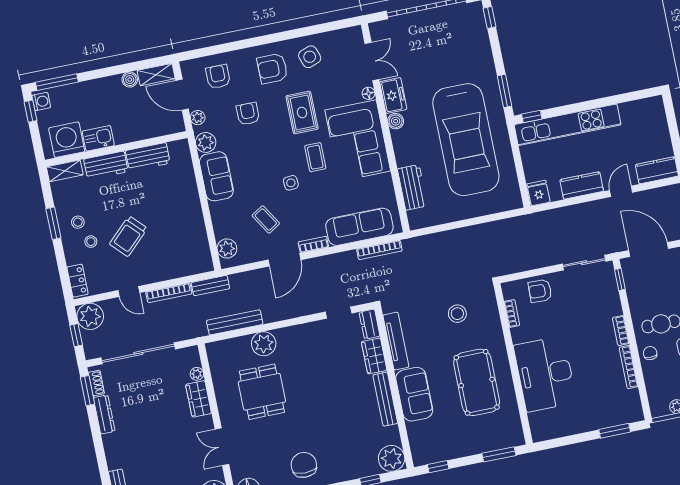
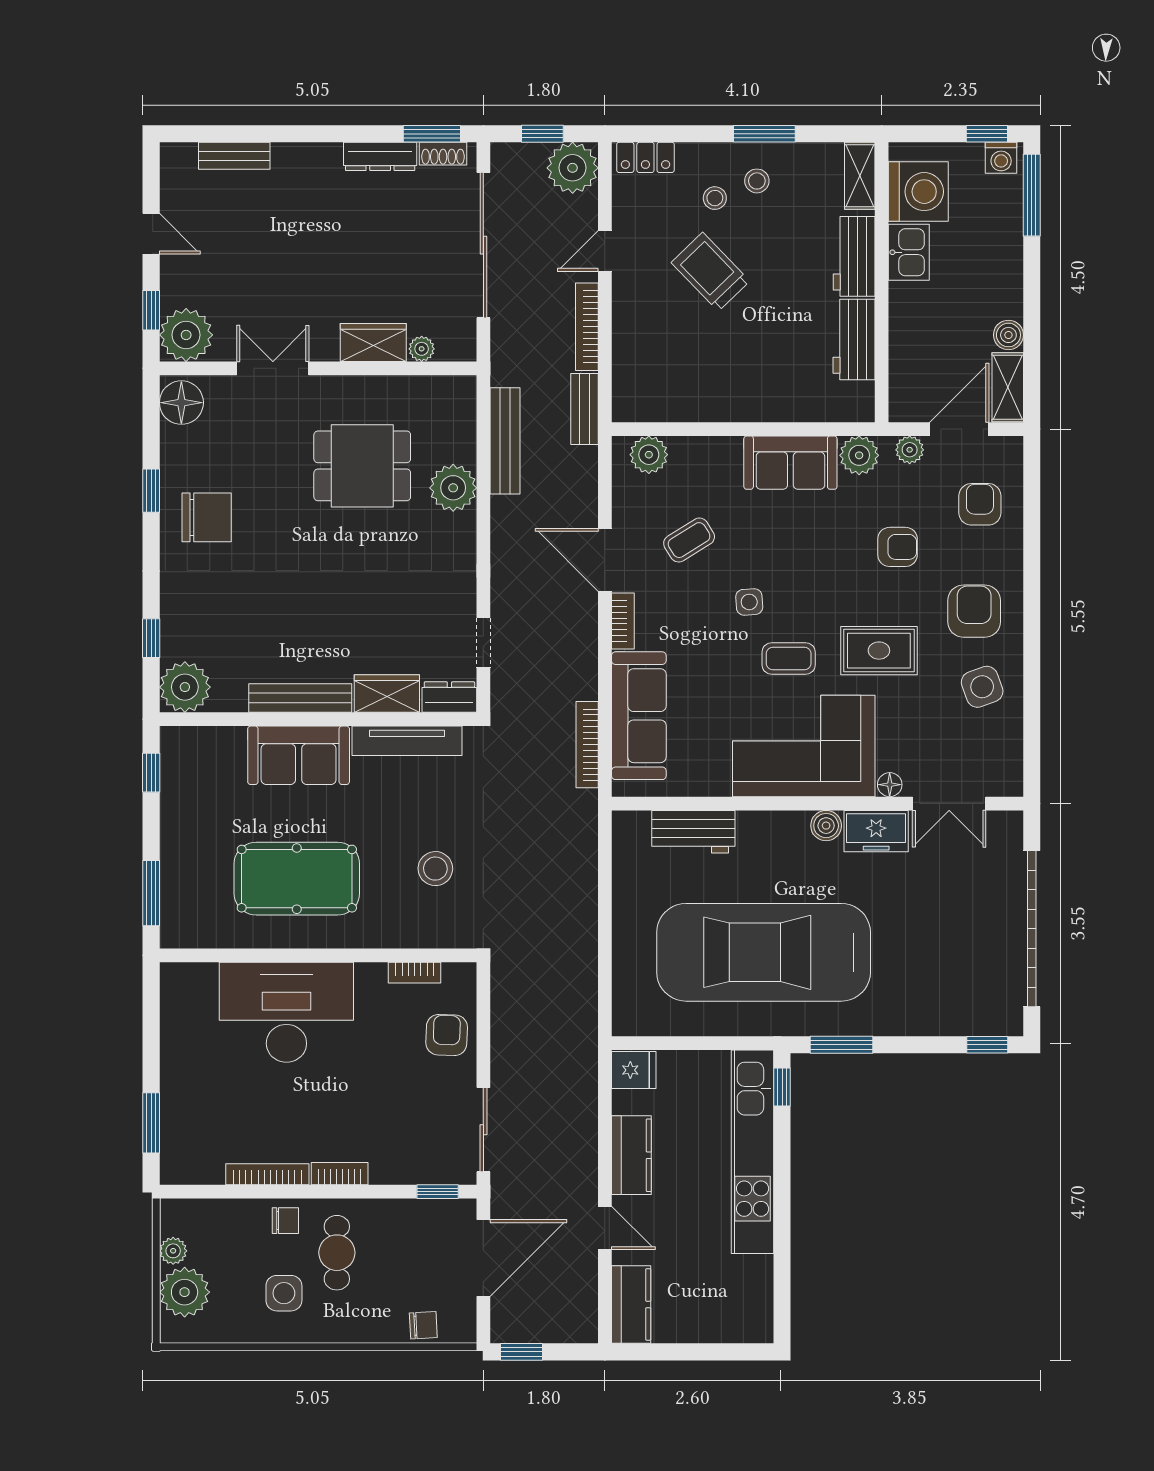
armchair: (218, 77) -> (980, 504), turned -90

